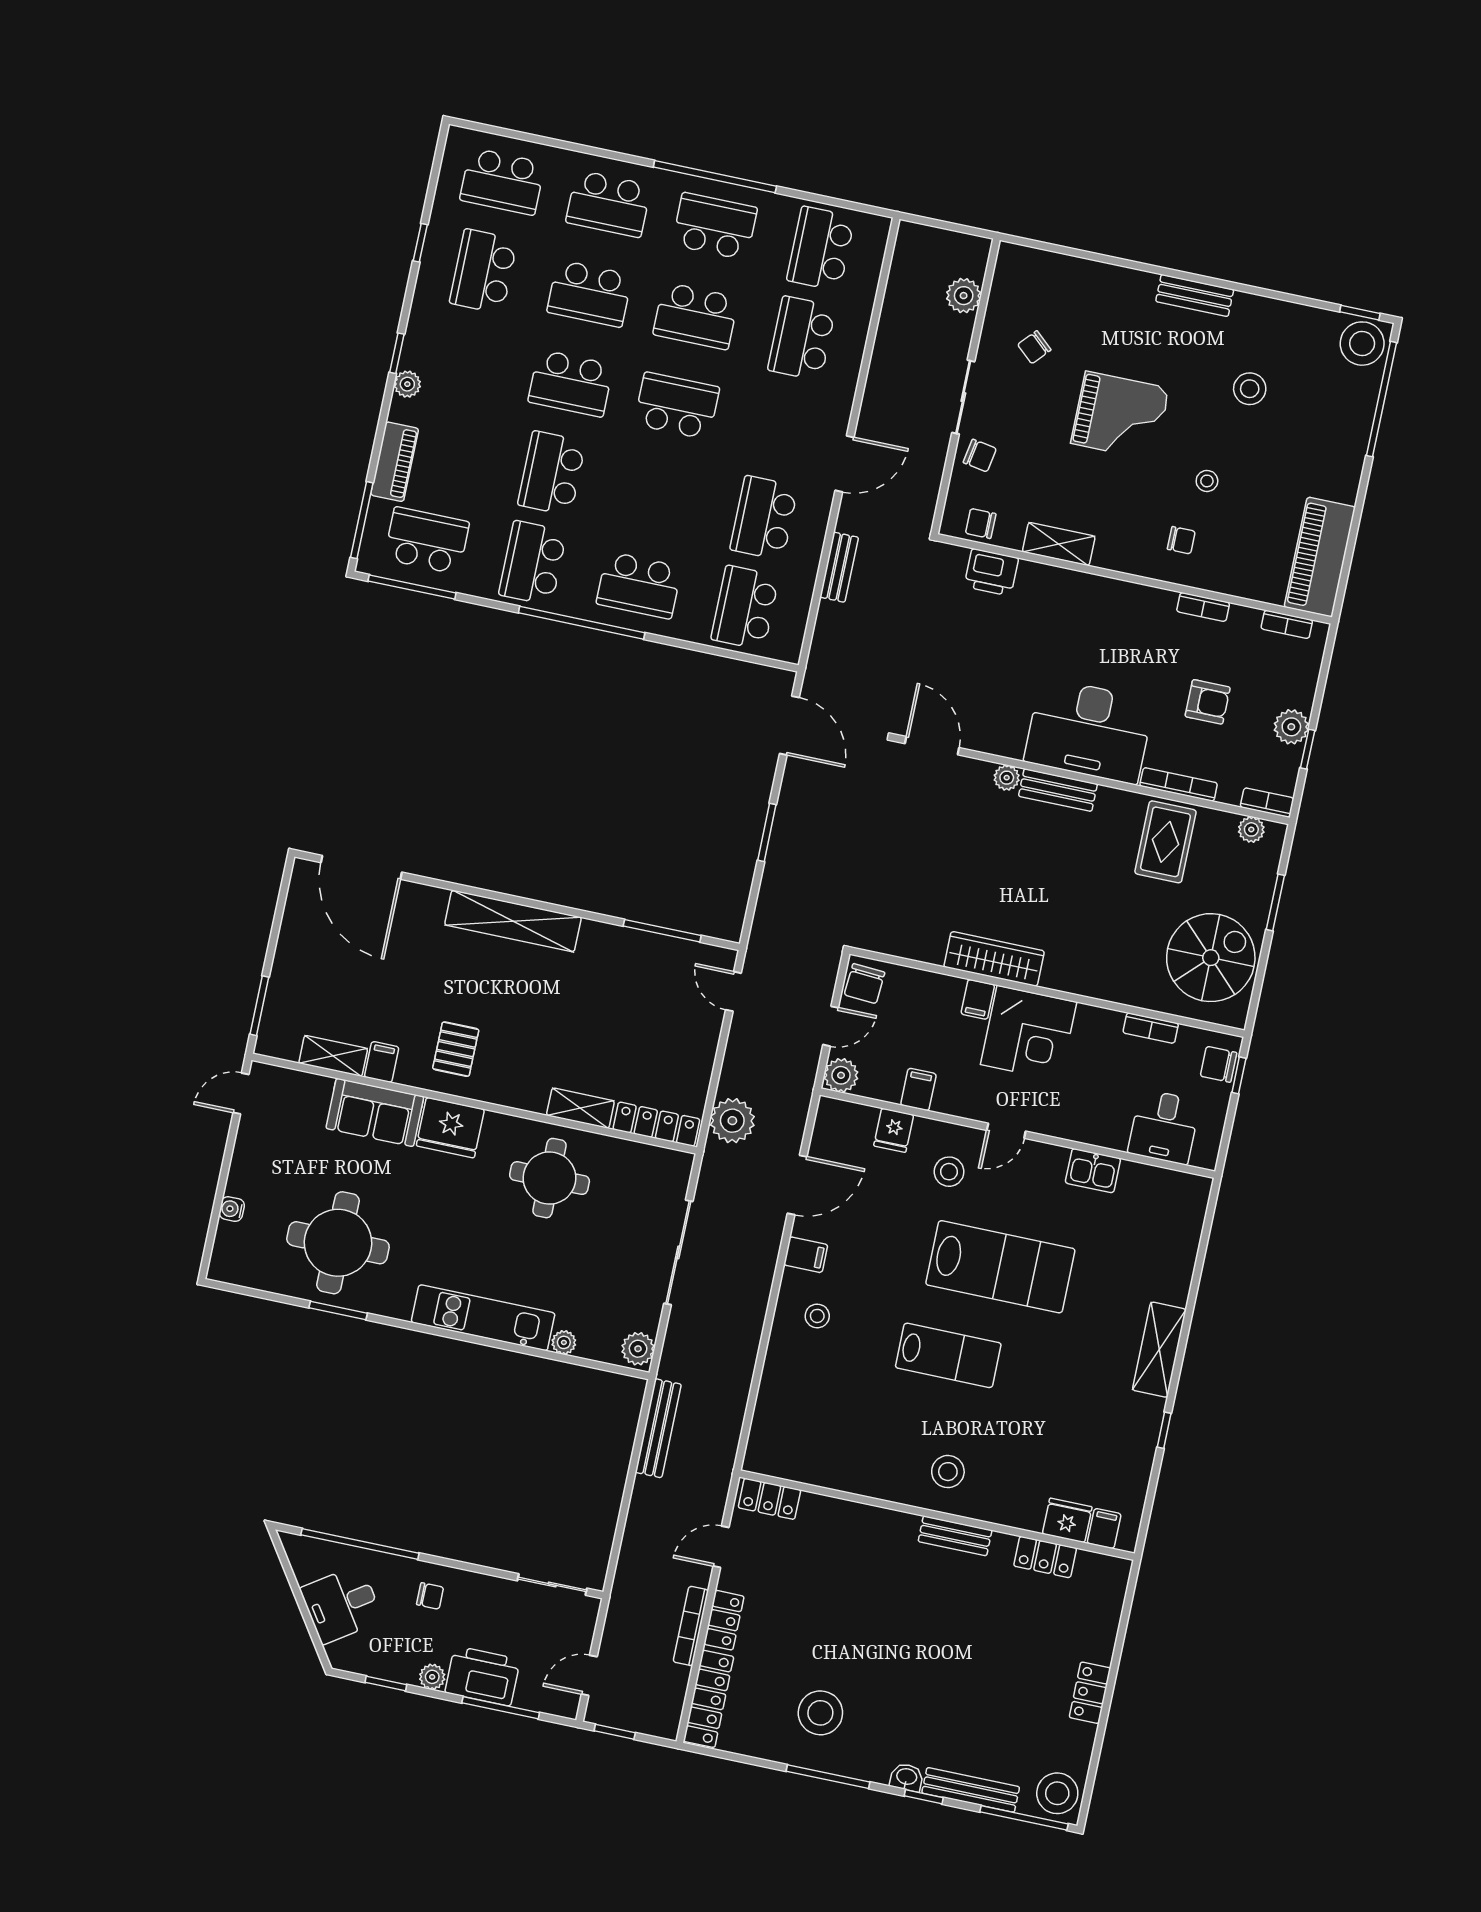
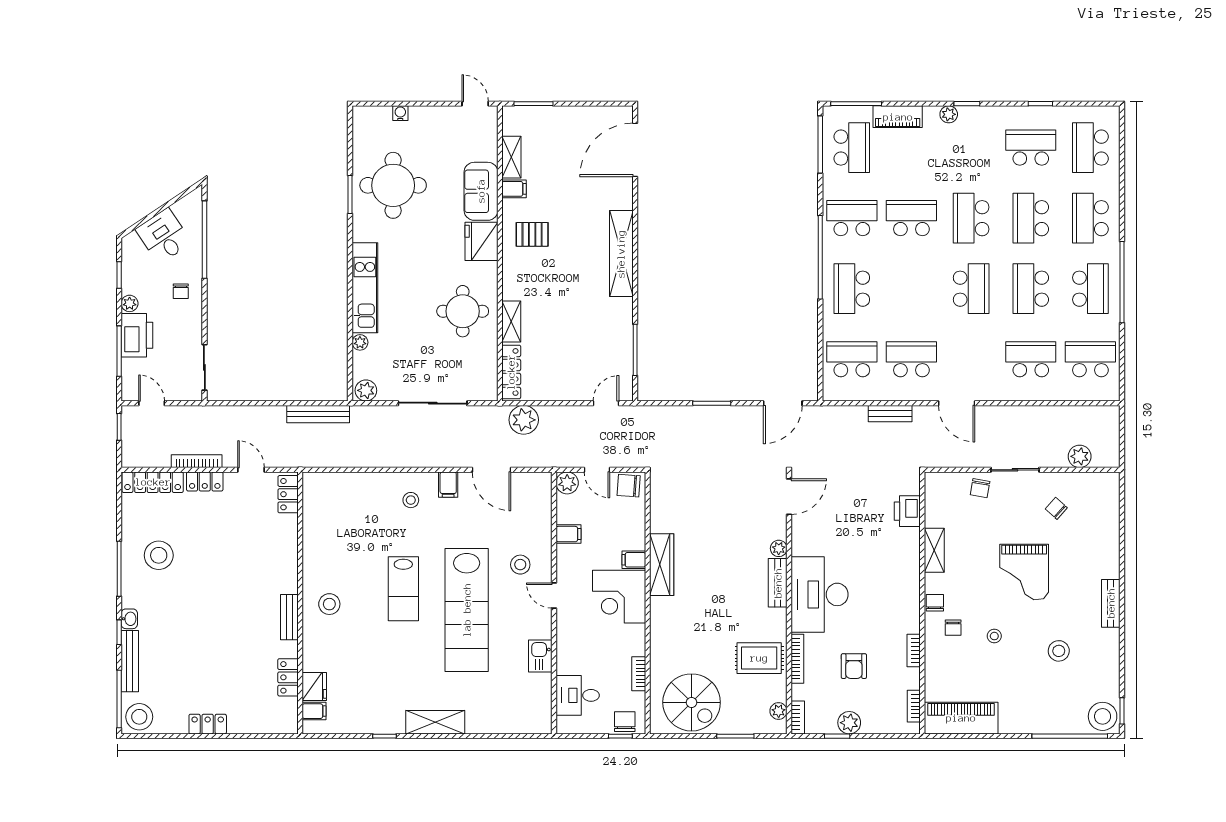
chair: (981, 523) -> (935, 603), moved
fridge: (894, 1130) -> (539, 524), removed
lab bench: (1000, 1267) -> (467, 610), width x1.36

